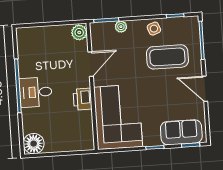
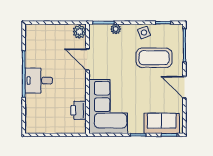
door: (91, 64) -> (87, 60), swing flipped
printer: (83, 99) -> (79, 110), moved
floor lamp: (34, 144) -> (34, 125), removed

